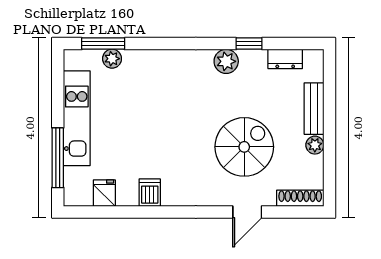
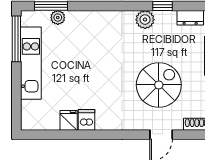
window: (58, 158) -> (16, 39), moved
fridge: (104, 193) -> (69, 120), moved

